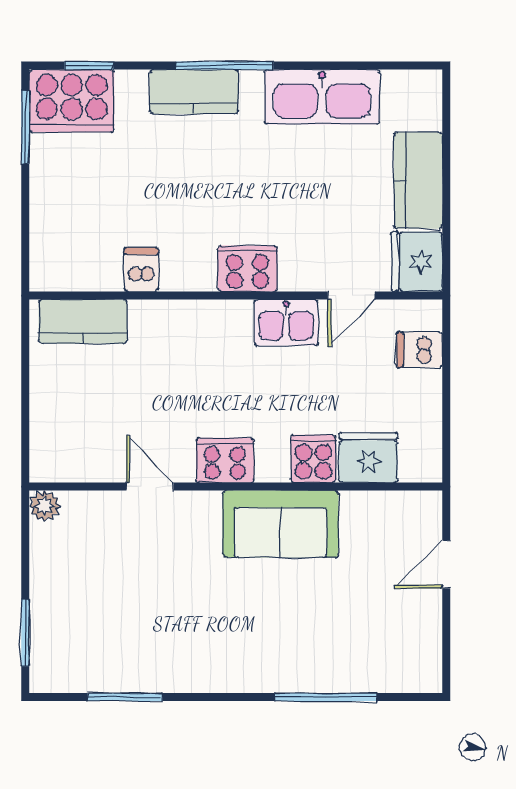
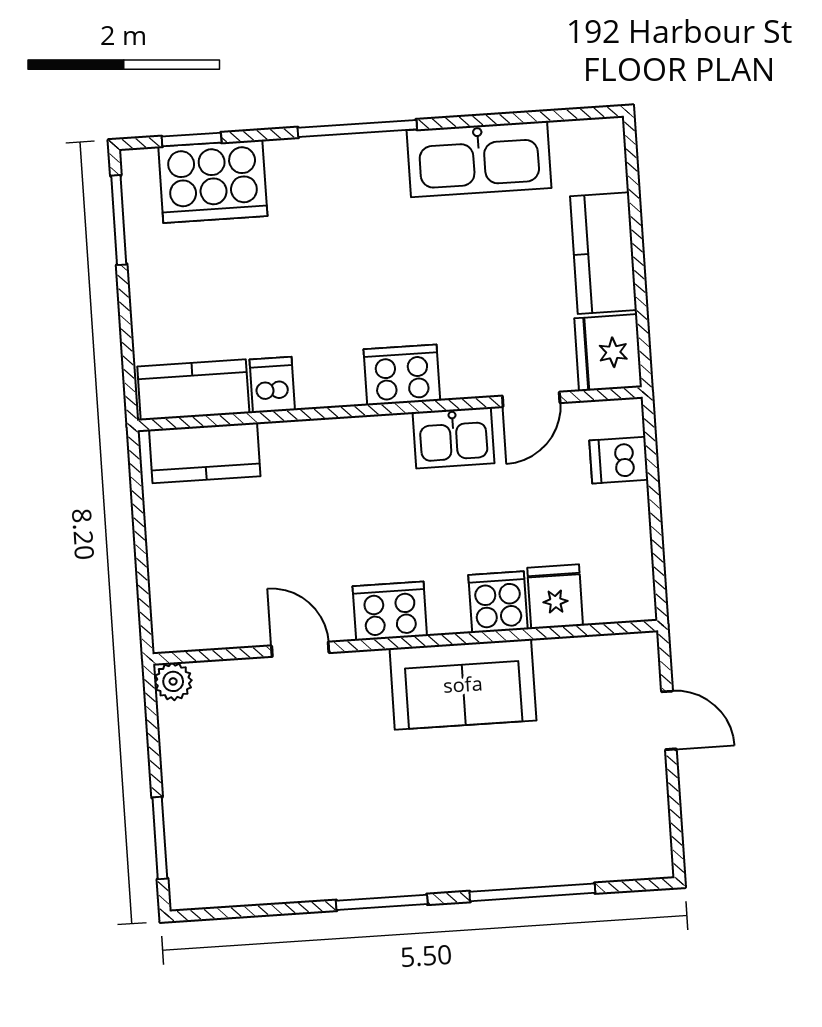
kitchen counter: (194, 92) -> (193, 390), moved, turned 180
cooker: (72, 101) -> (213, 181), moved
fridge: (368, 458) -> (555, 597), width x0.72
door: (446, 564) -> (669, 720), swing flipped
window: (125, 697) -> (382, 902), moved

